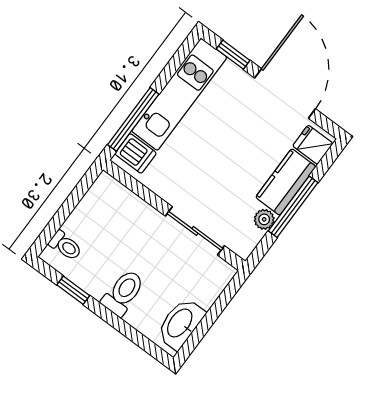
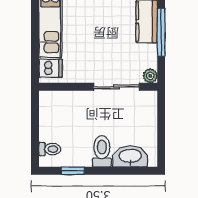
window: (133, 119) -> (35, 50), removed
plant: (264, 219) -> (150, 76), moved
washbasin: (180, 324) -> (130, 156), moved, turned 90

